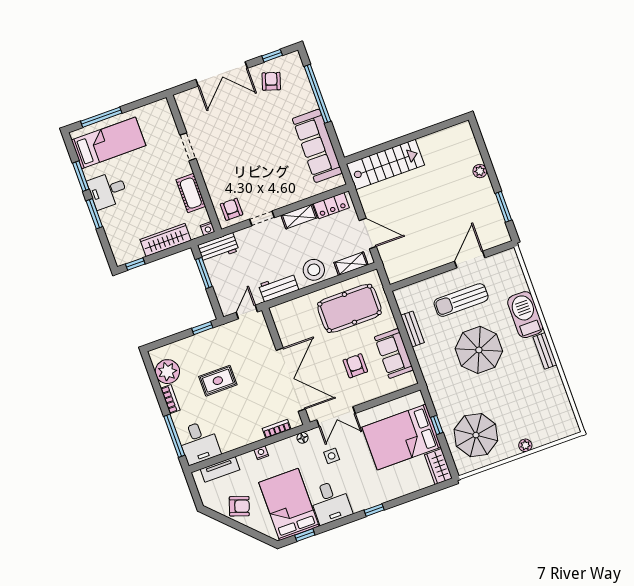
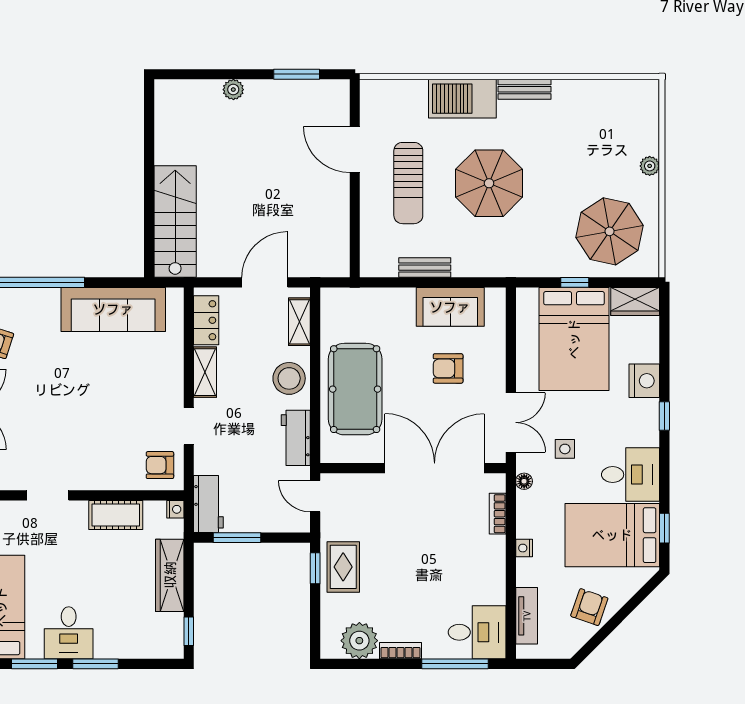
pool table: (349, 308) -> (355, 389), moved
rug: (218, 381) -> (343, 567), moved
nightstand: (391, 490) -> (644, 381), added

